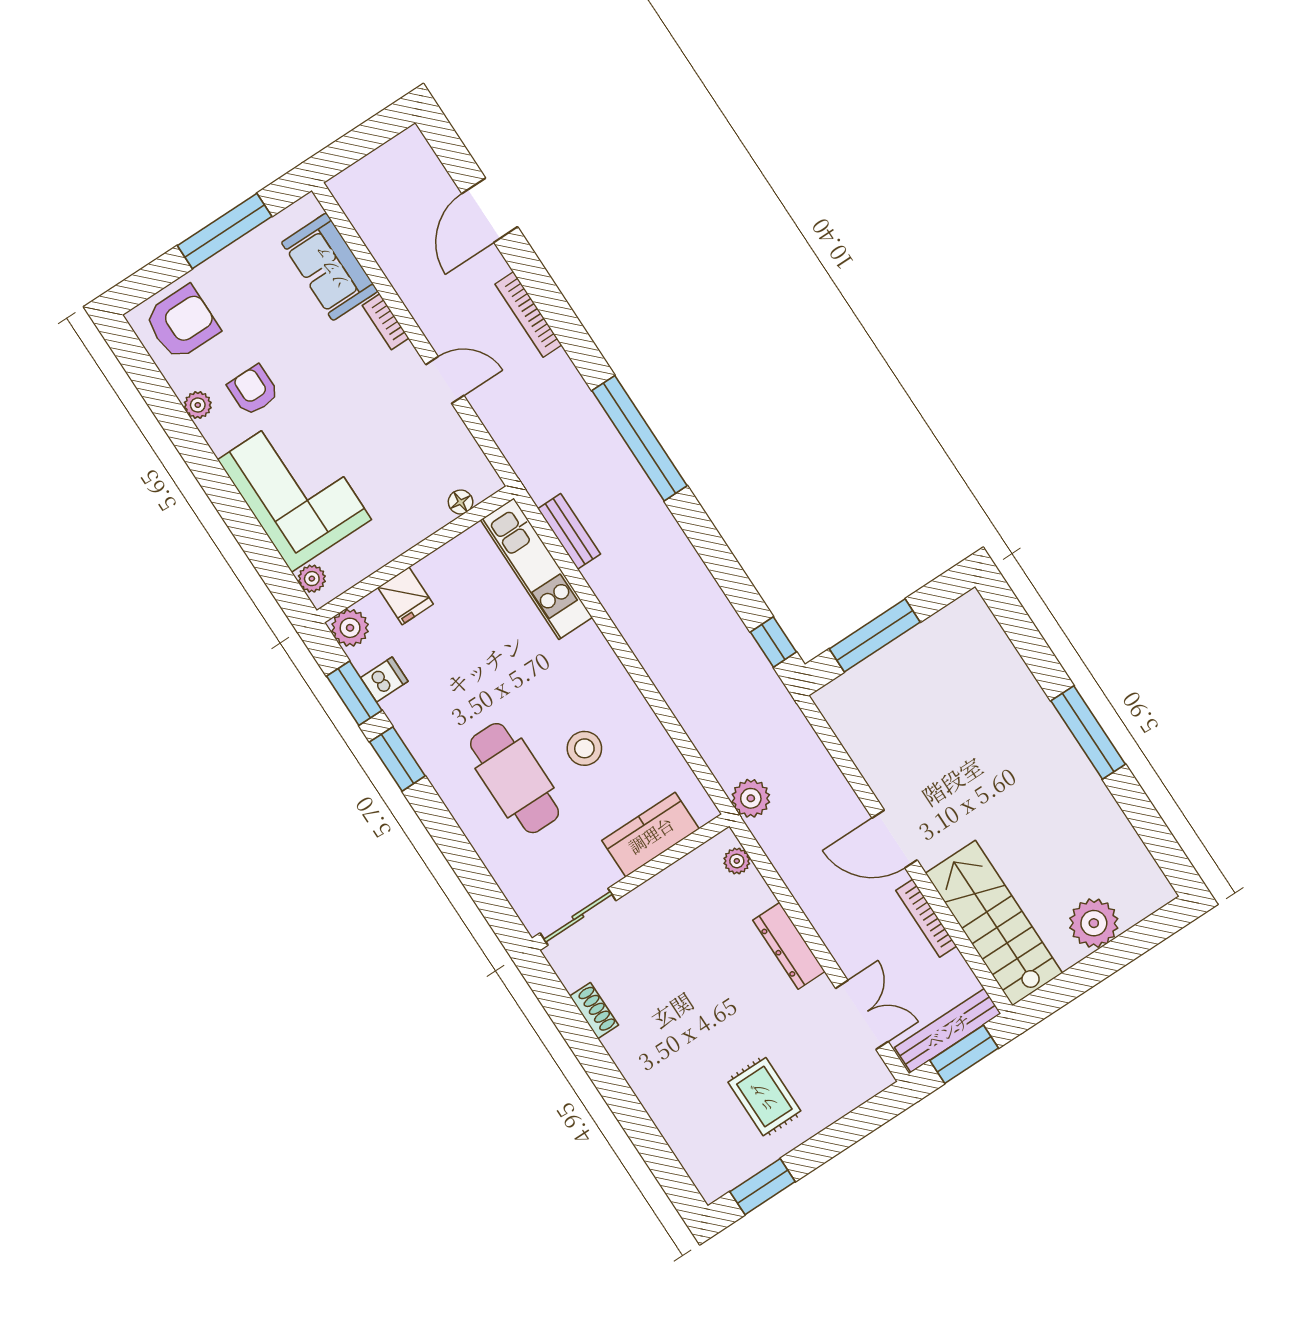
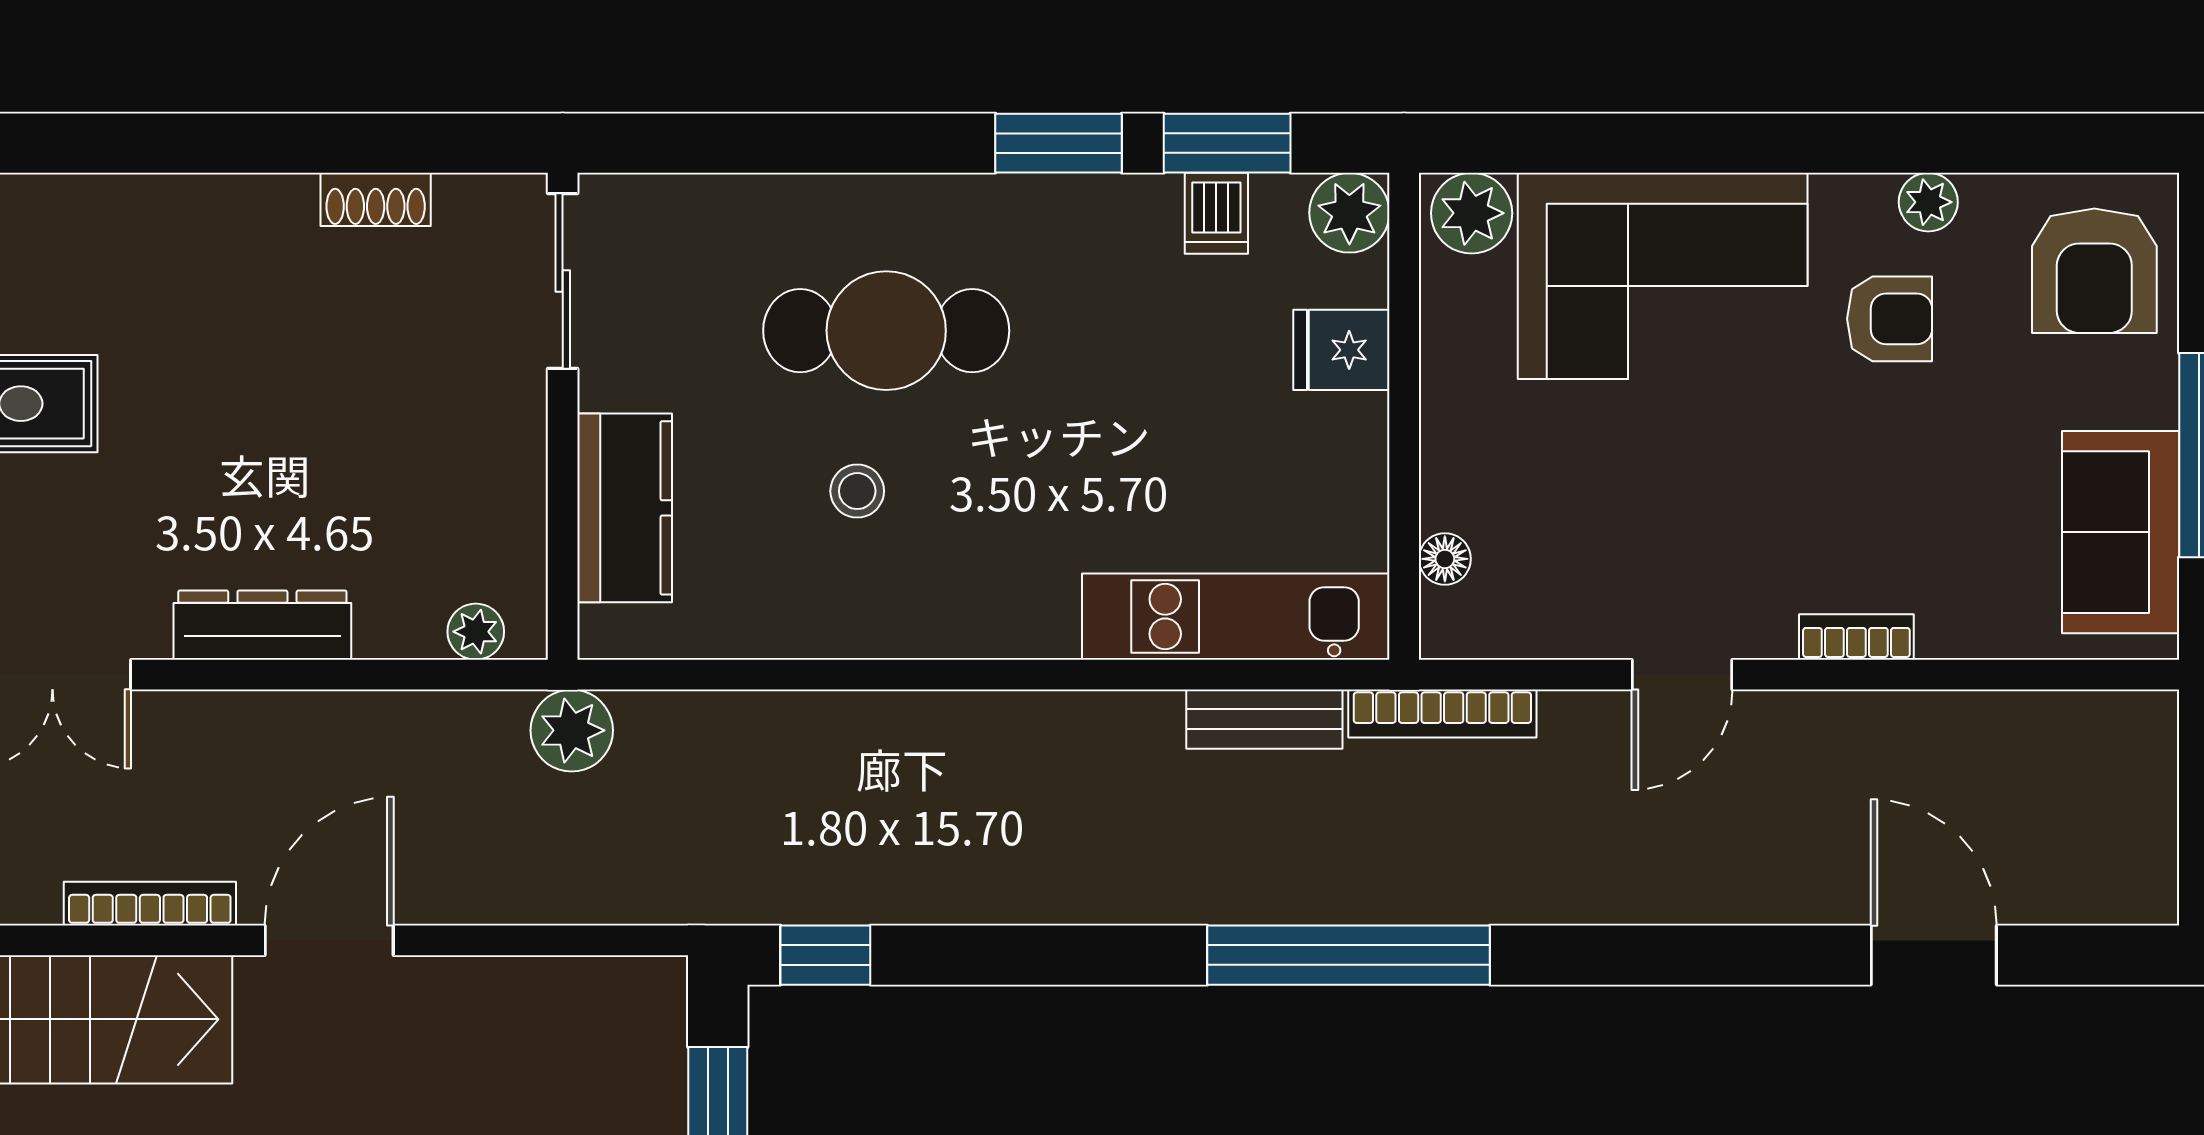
sofa: (330, 267) -> (2121, 532), moved, turned -90
bookcase: (528, 314) -> (1442, 713), moved, turned 180
plant: (312, 579) -> (1472, 213), width x1.38, depth x1.38
stool: (584, 748) -> (857, 491), width x0.73, depth x0.73

